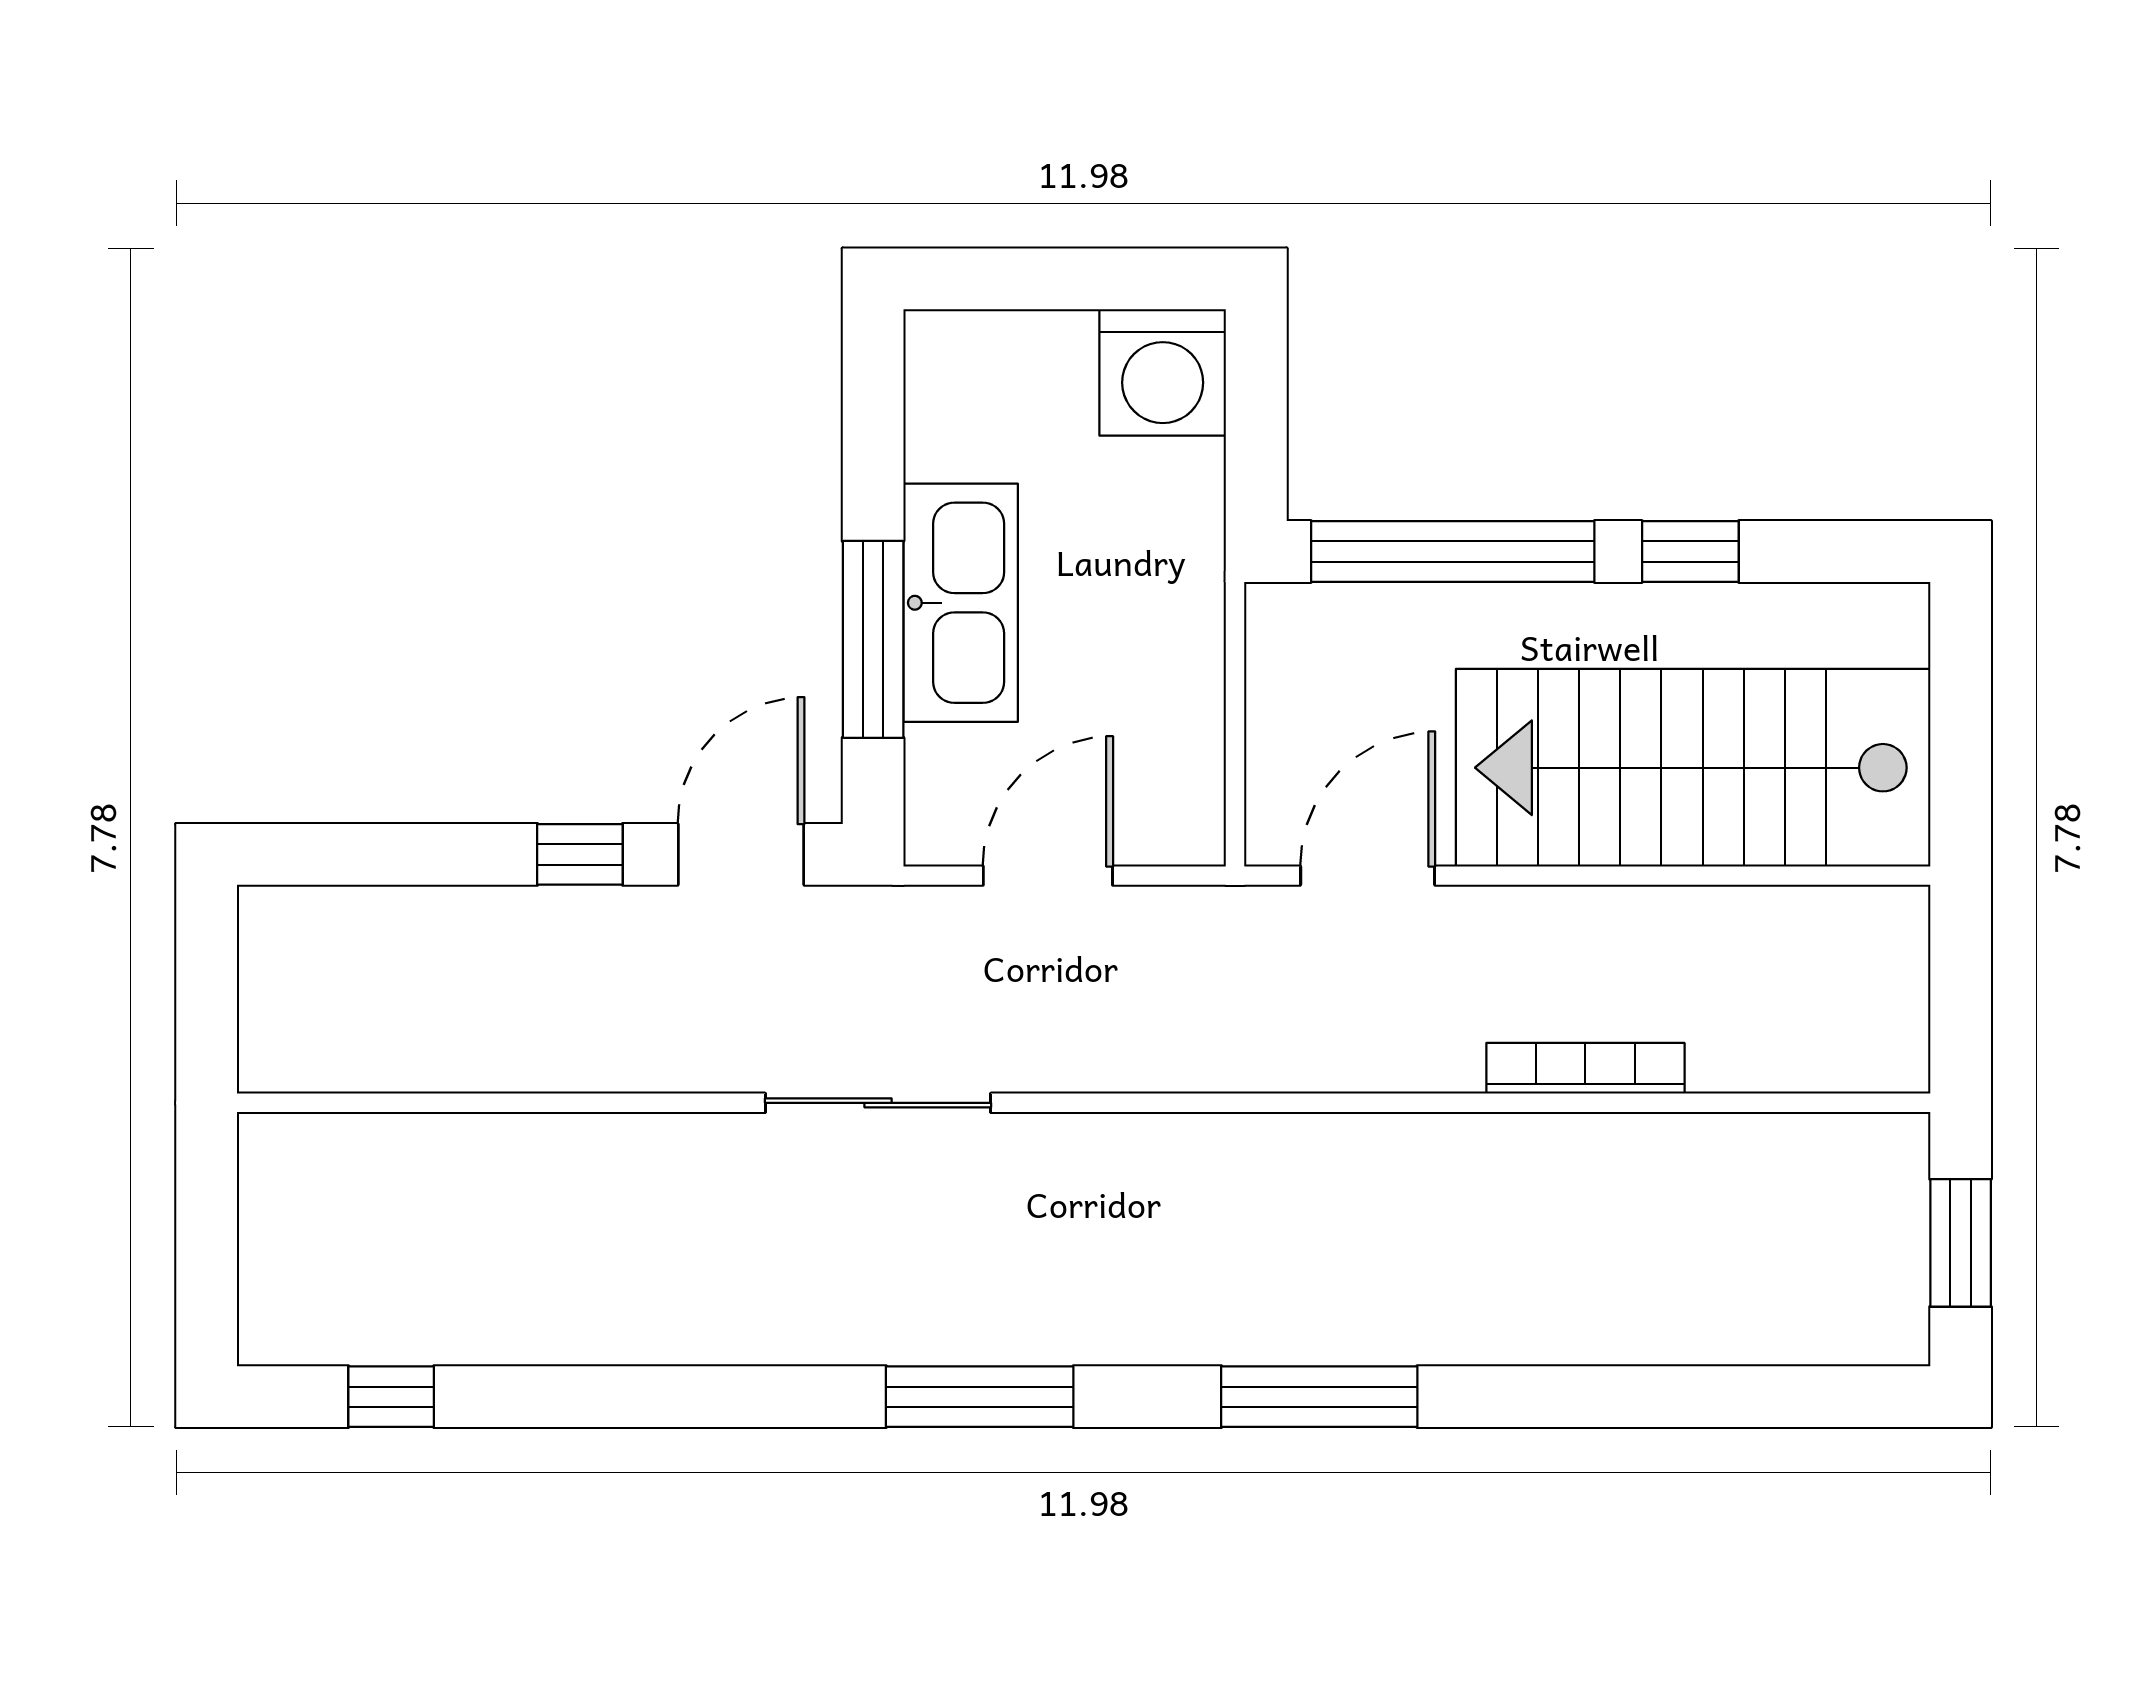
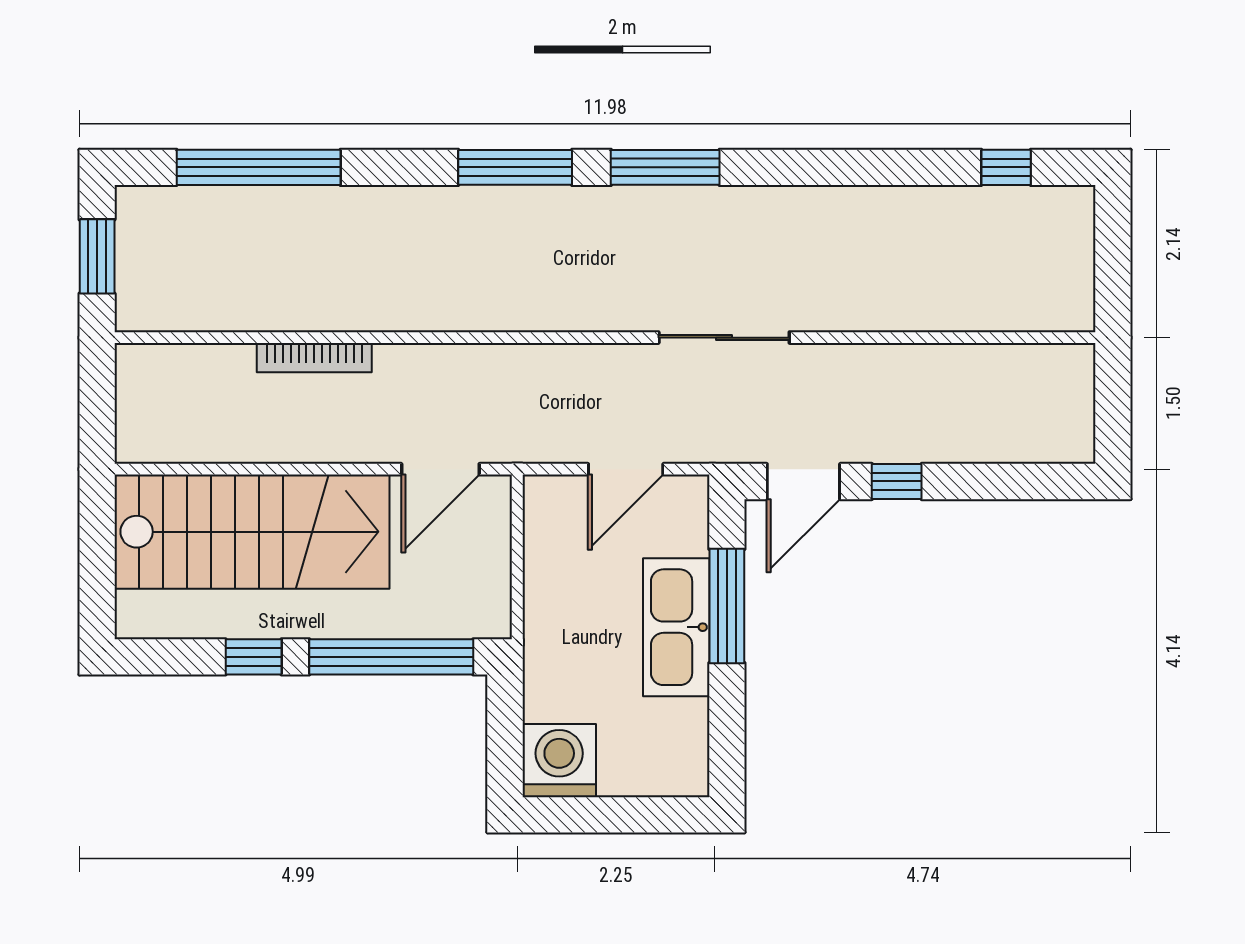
window: (1319, 1397) -> (515, 167), moved
window: (1682, 1397) -> (259, 167), added

